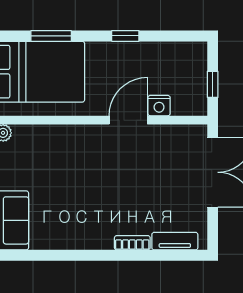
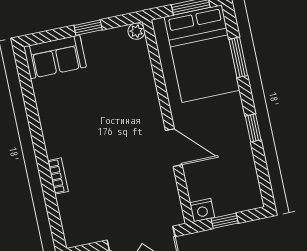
nightstand: (159, 106) -> (202, 210), moved, turned -90
tv unit: (175, 241) -> (68, 216), removed

